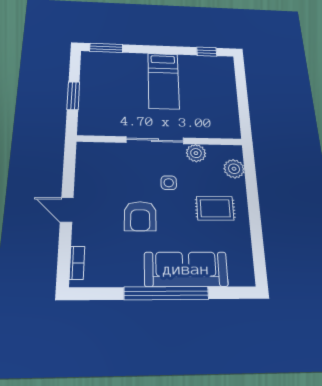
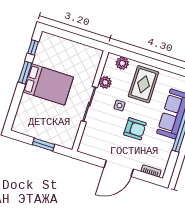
window: (106, 48) -> (25, 73), moved
bed: (163, 81) -> (48, 84), width x1.50
rug: (215, 208) -> (143, 84), width x1.36, depth x1.43
door: (67, 210) -> (119, 168), width x1.87

